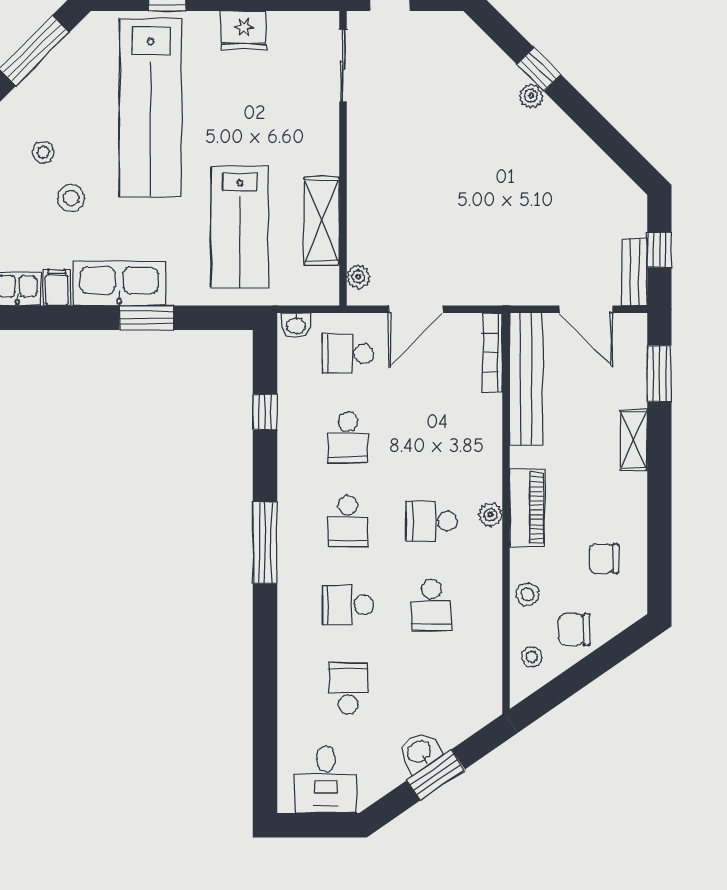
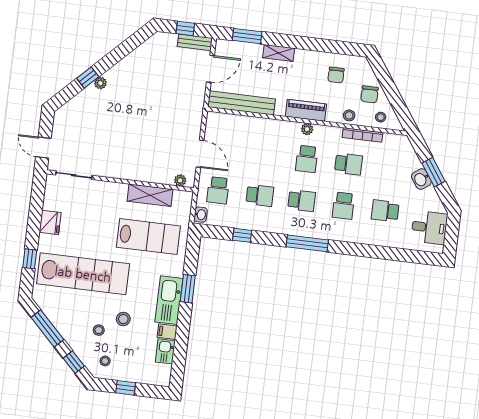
bookcase: (492, 352) -> (363, 135), moved

